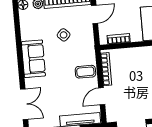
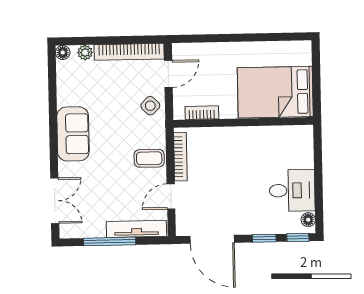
side table: (64, 35) -> (150, 106), moved

